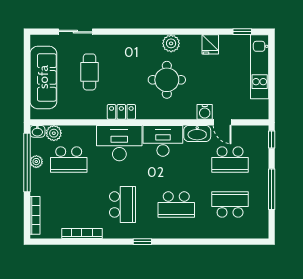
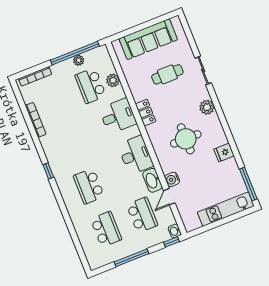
sliding door: (75, 32) -> (203, 70), moved
window: (242, 32) -> (248, 184), width x2.17
plant: (171, 43) -> (207, 107), moved
fridge: (210, 44) -> (224, 152), moved
washbasin: (37, 131) -> (175, 231), moved
plant: (54, 133) -> (113, 80), moved
desk: (119, 143) -> (118, 116), width x0.73
school desk: (230, 160) -> (142, 215), turned 180
school desk: (122, 204) -> (72, 143), removed

